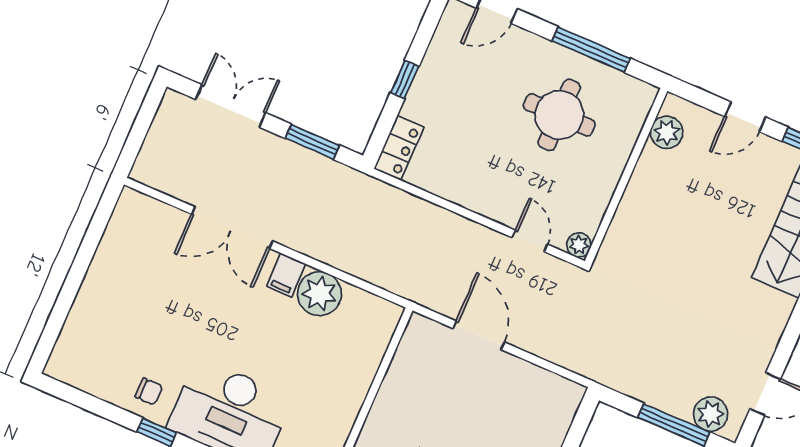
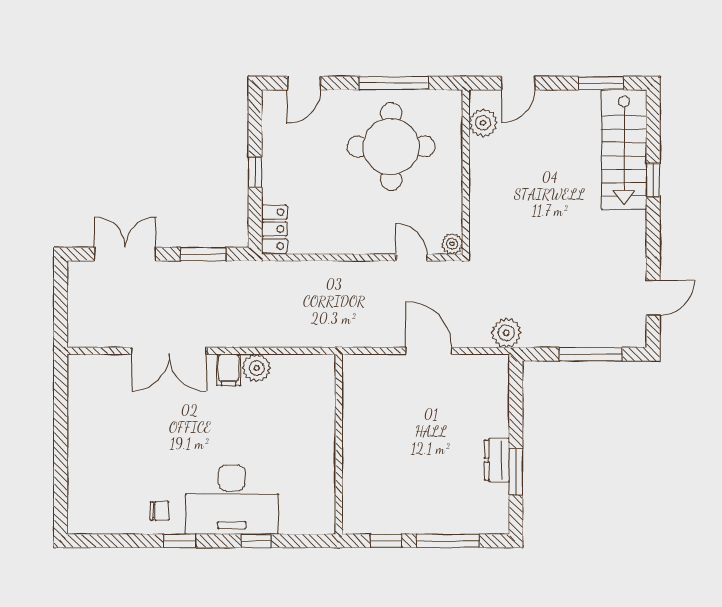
round table: (559, 115) -> (391, 147), width x1.36, depth x1.36
door: (745, 117) -> (518, 83), moved
plant: (319, 294) -> (257, 368), width x0.73, depth x0.73
door: (479, 335) -> (429, 351), moved
plant: (711, 414) -> (506, 333), moved

